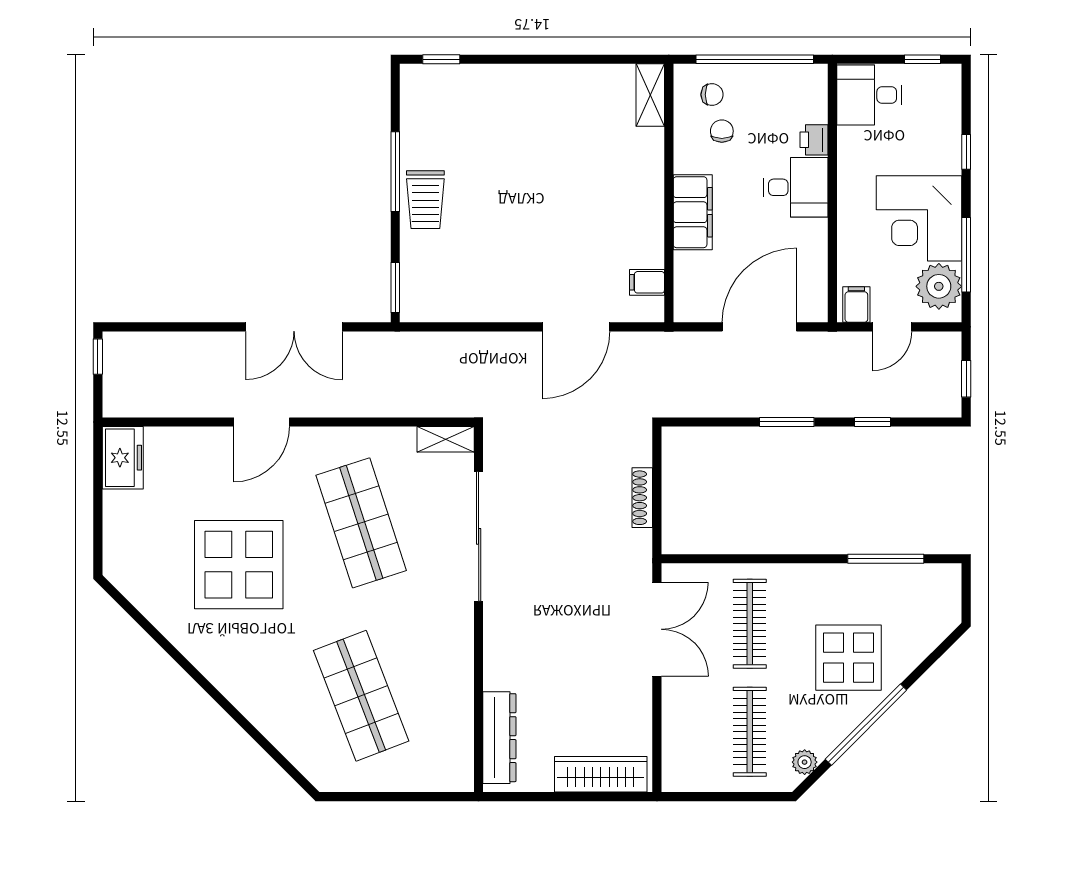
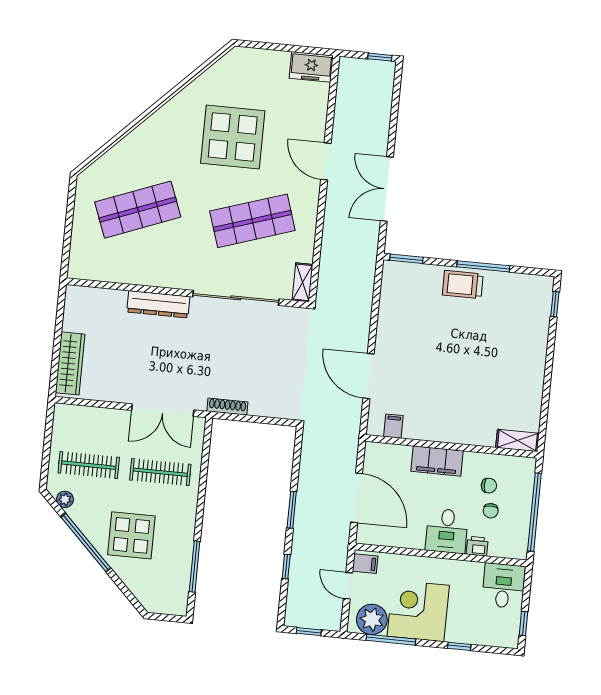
chair: (712, 95) -> (491, 511), moved
shoe rack: (642, 498) -> (227, 407), moved
dresser: (499, 738) -> (158, 304), moved

